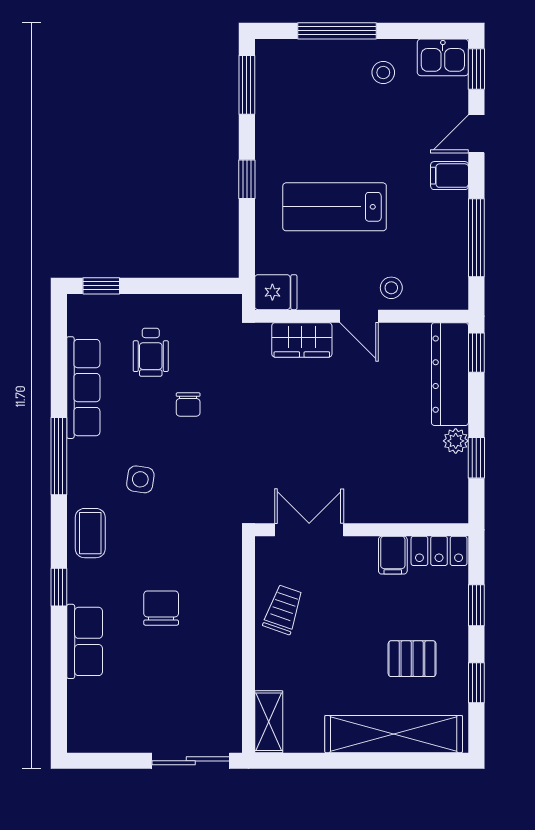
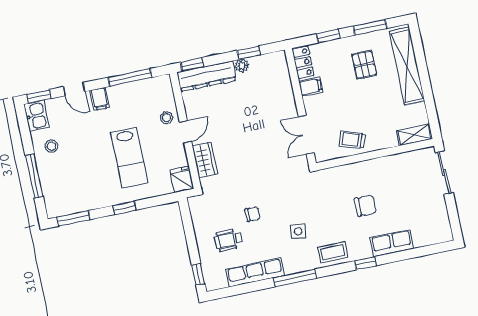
wheelchair: (151, 352) -> (228, 240), turned 180
chair: (161, 608) -> (365, 206), turned 180
window: (476, 683) -> (370, 27), width x1.50

